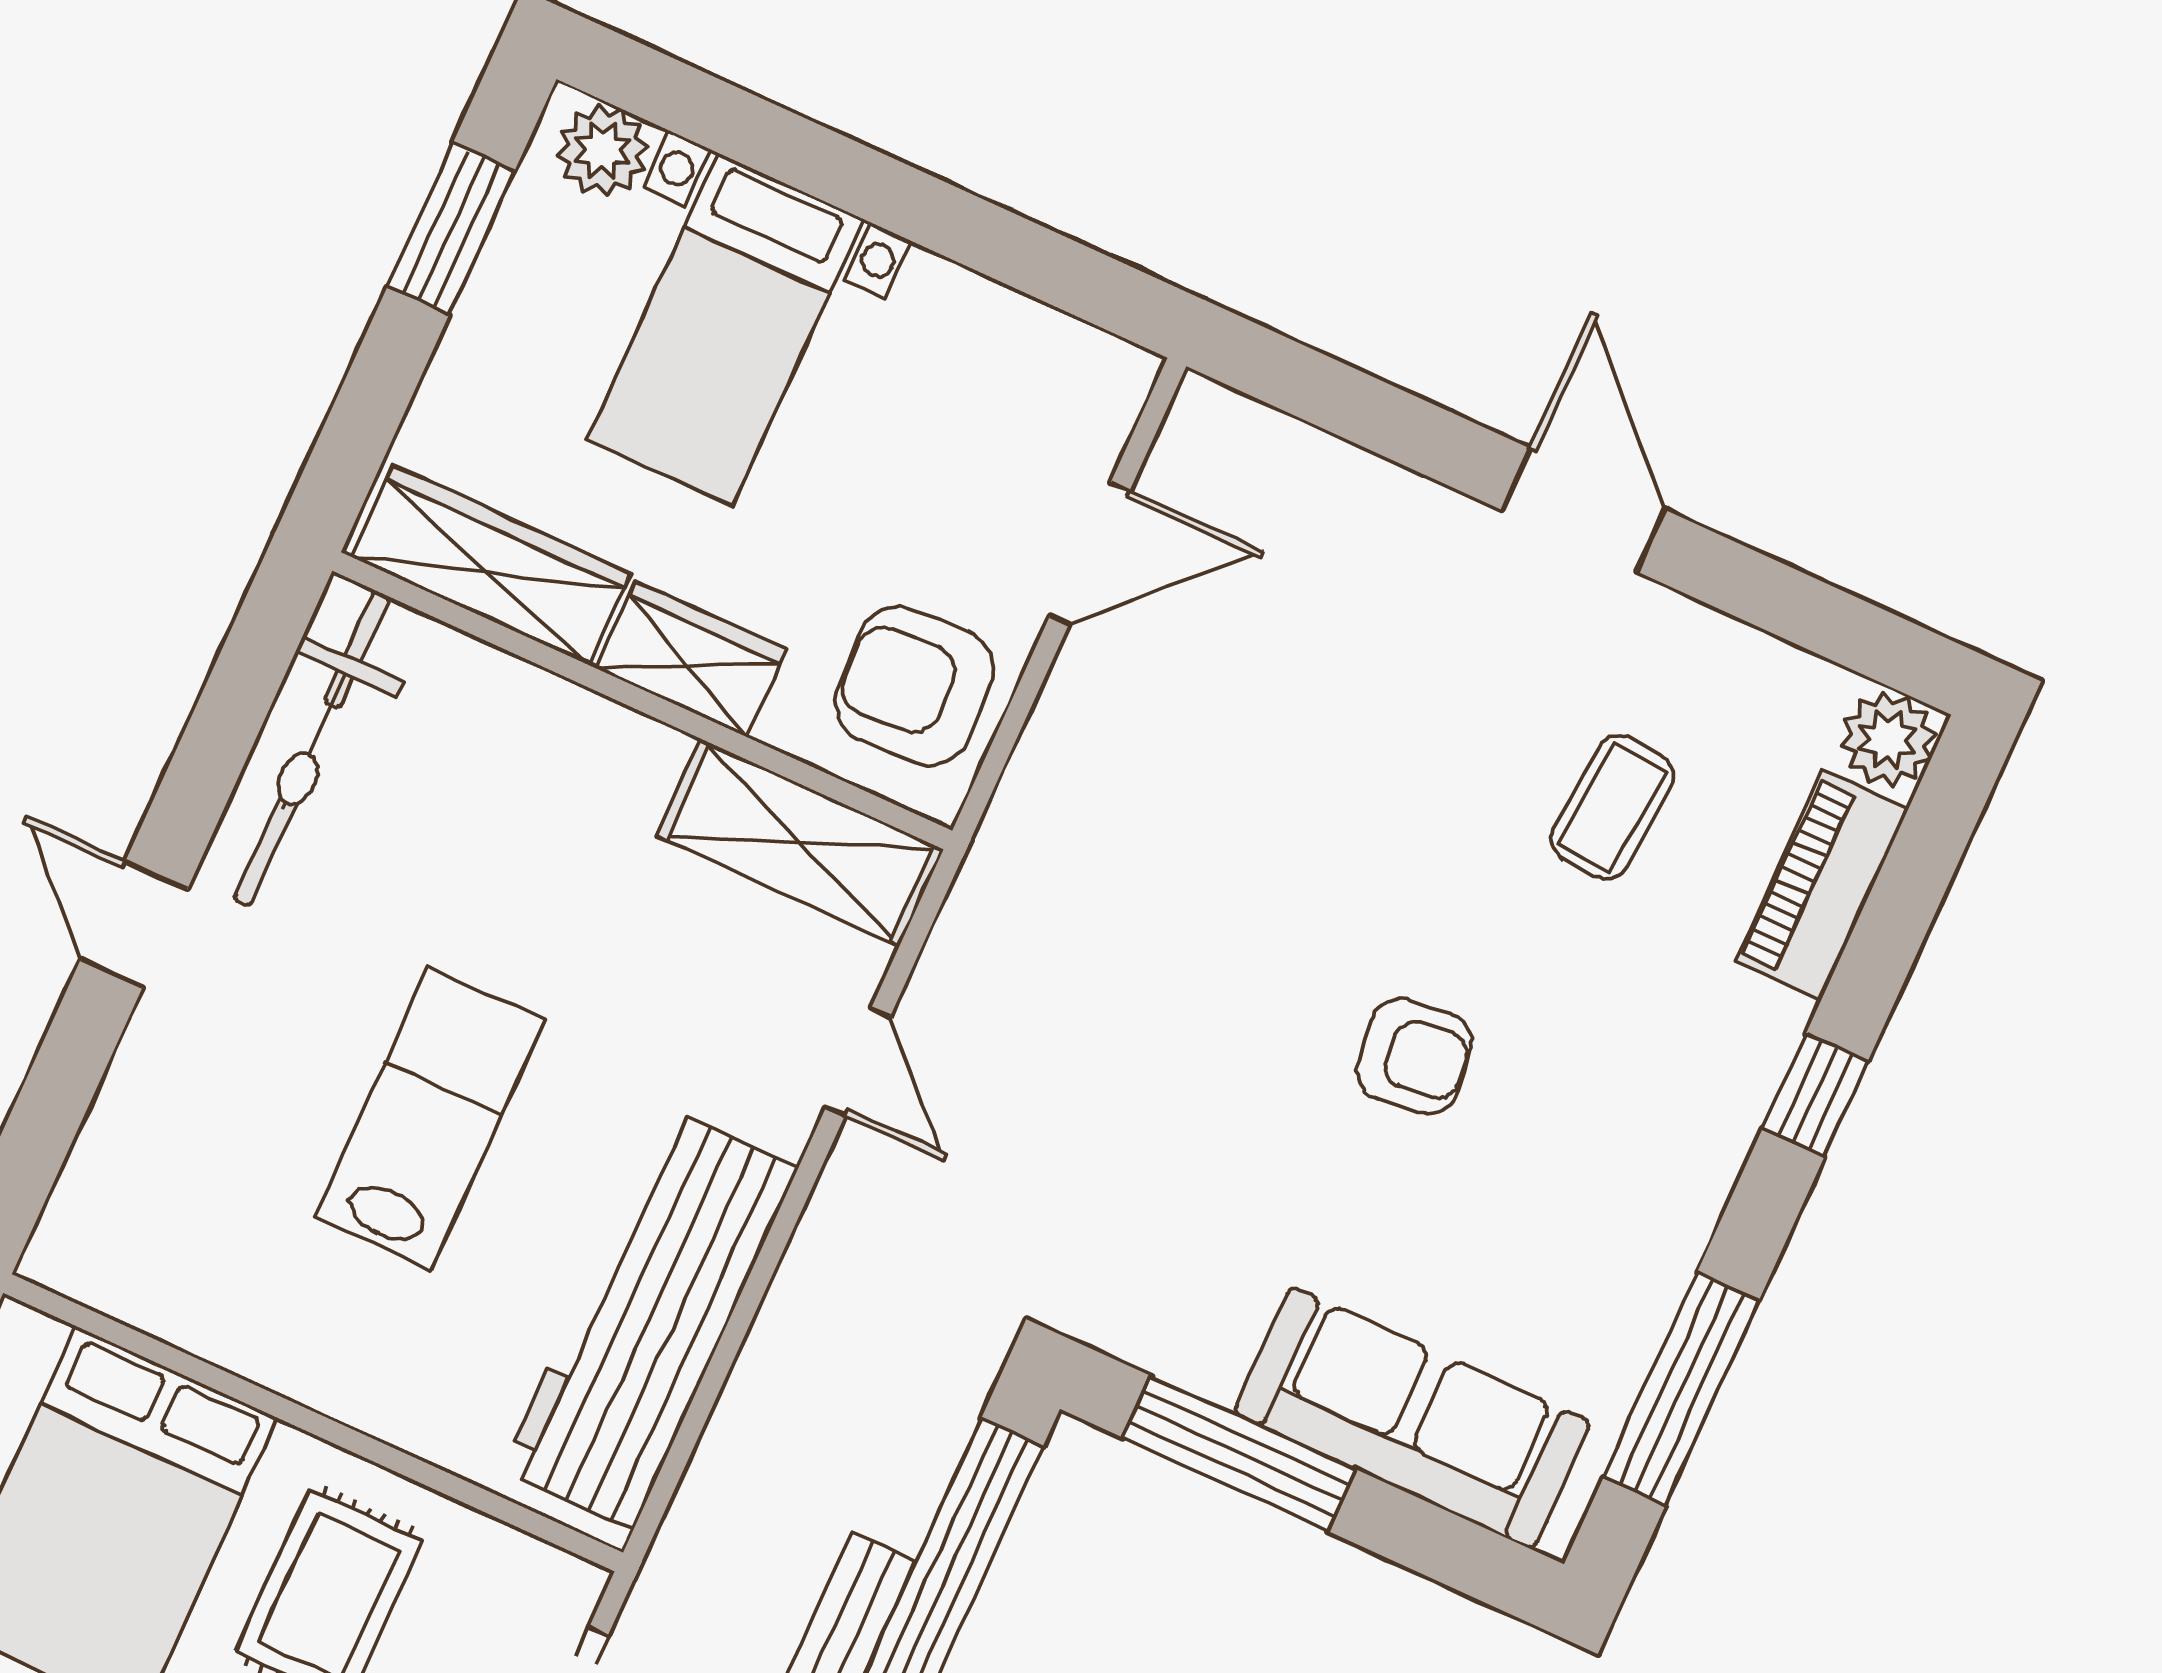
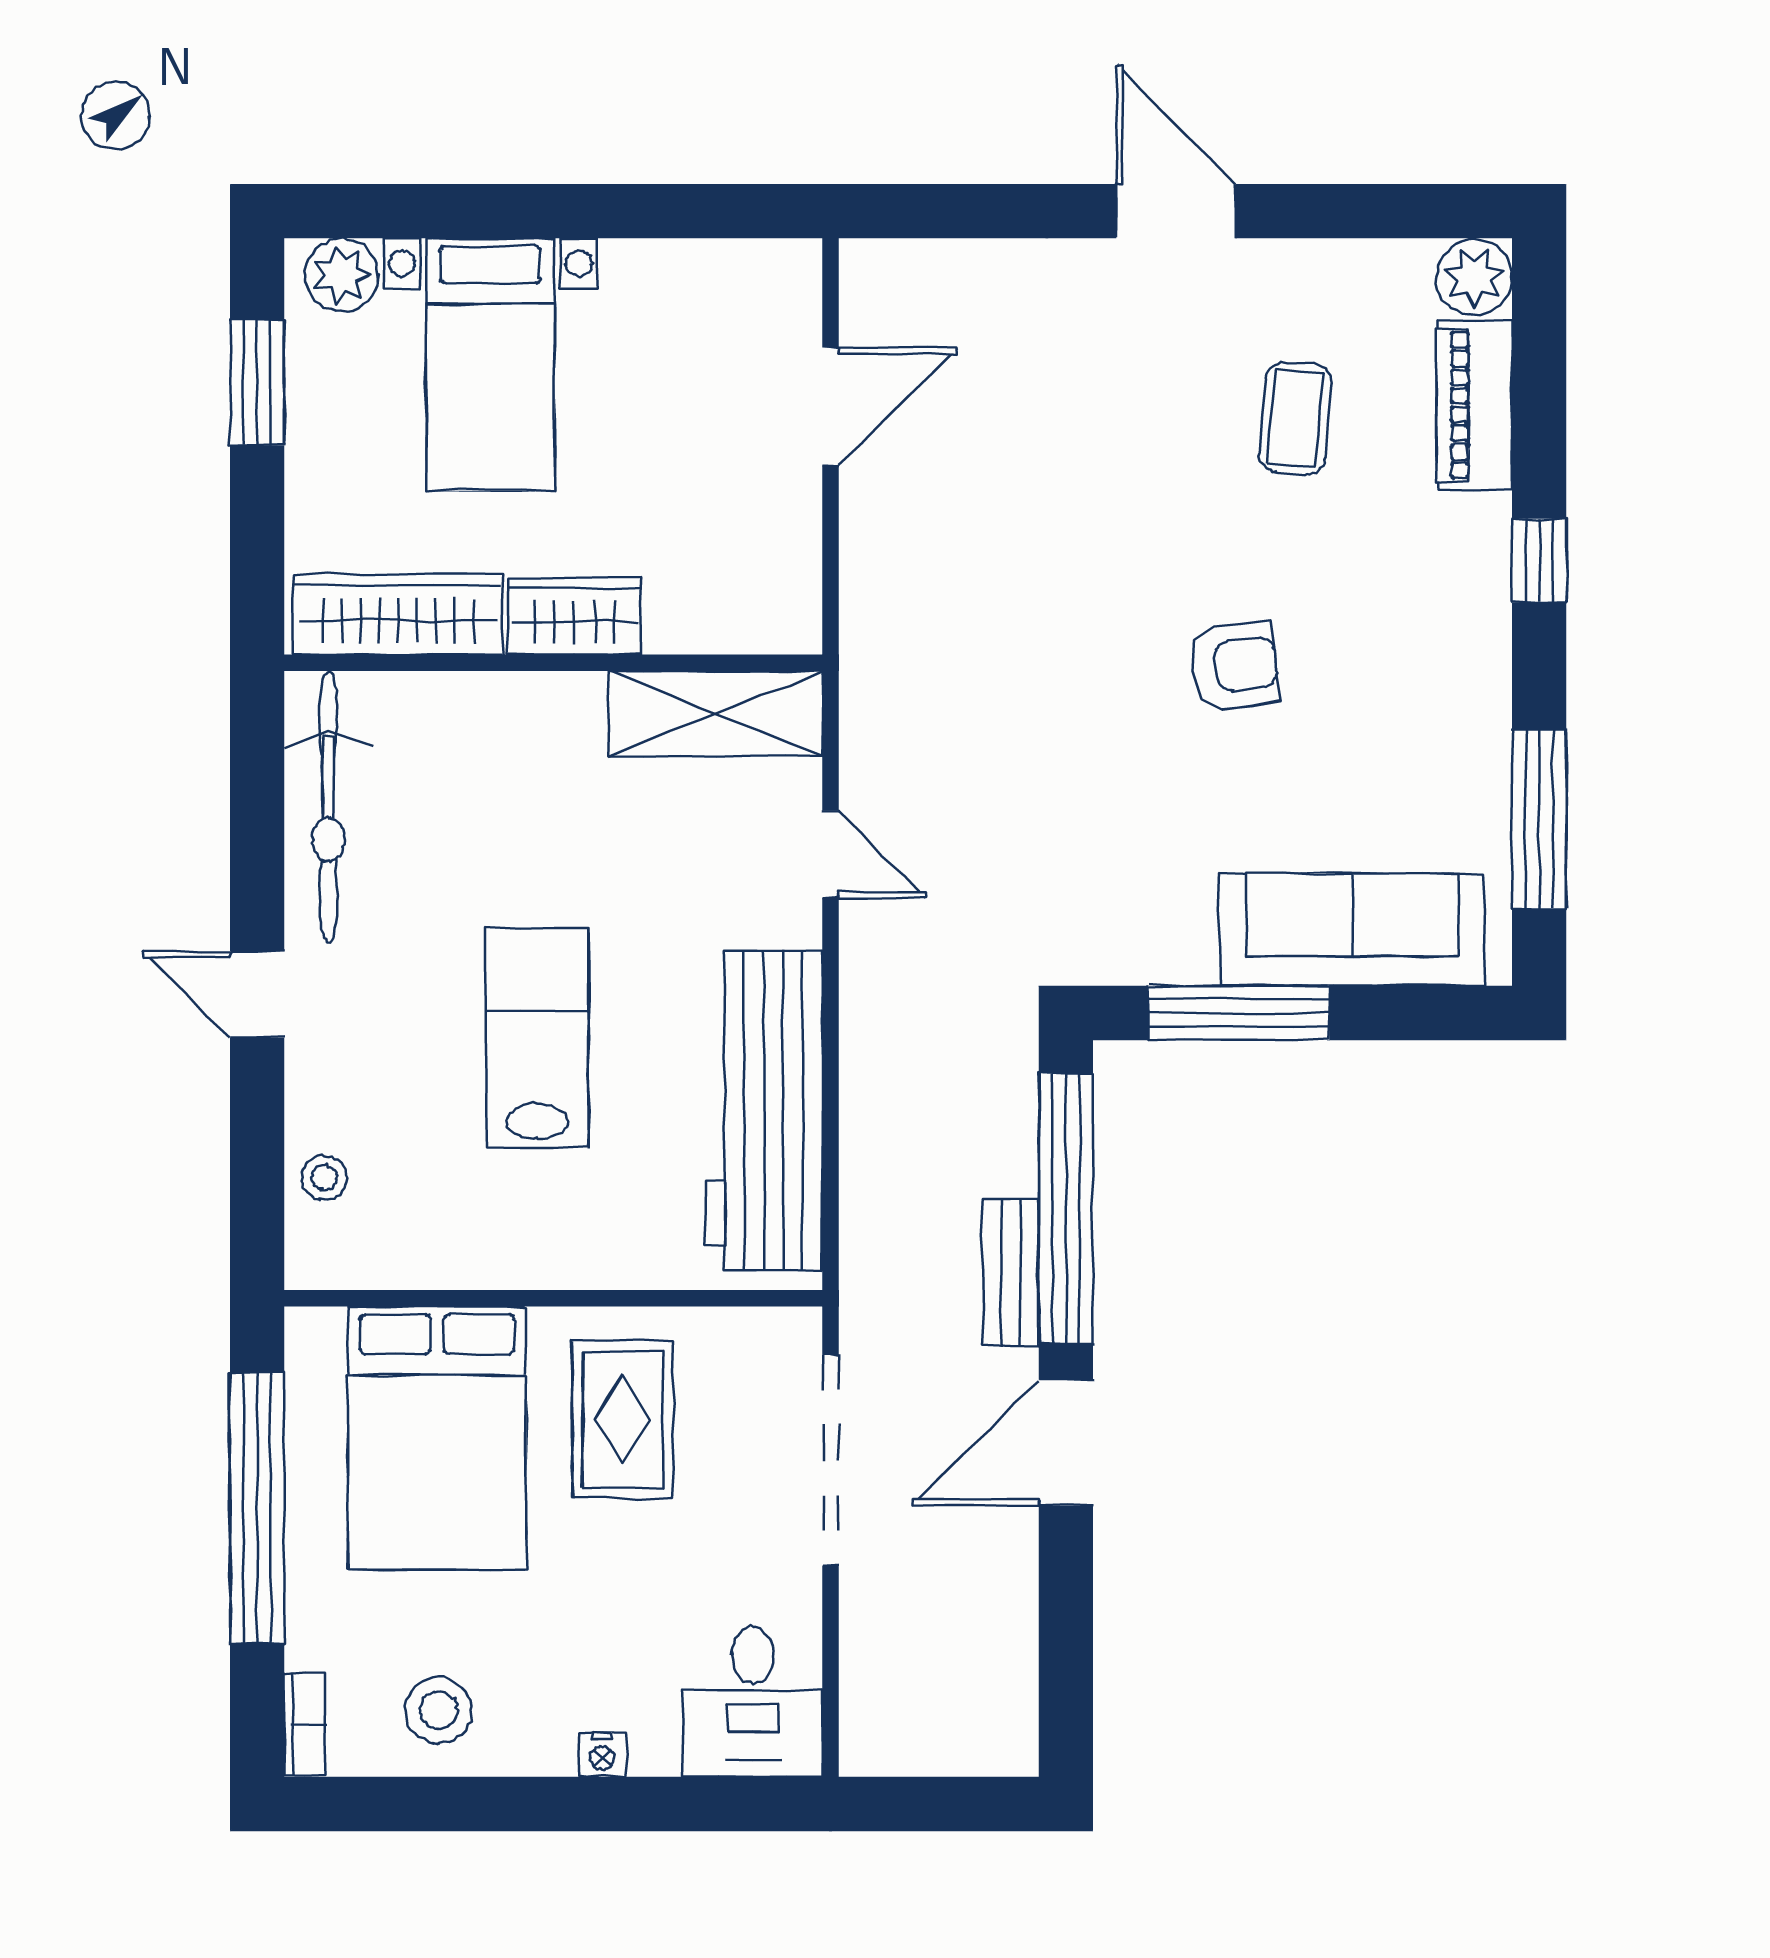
armchair: (914, 686) -> (747, 562), removed
stool: (115, 1167) -> (324, 1178), added

